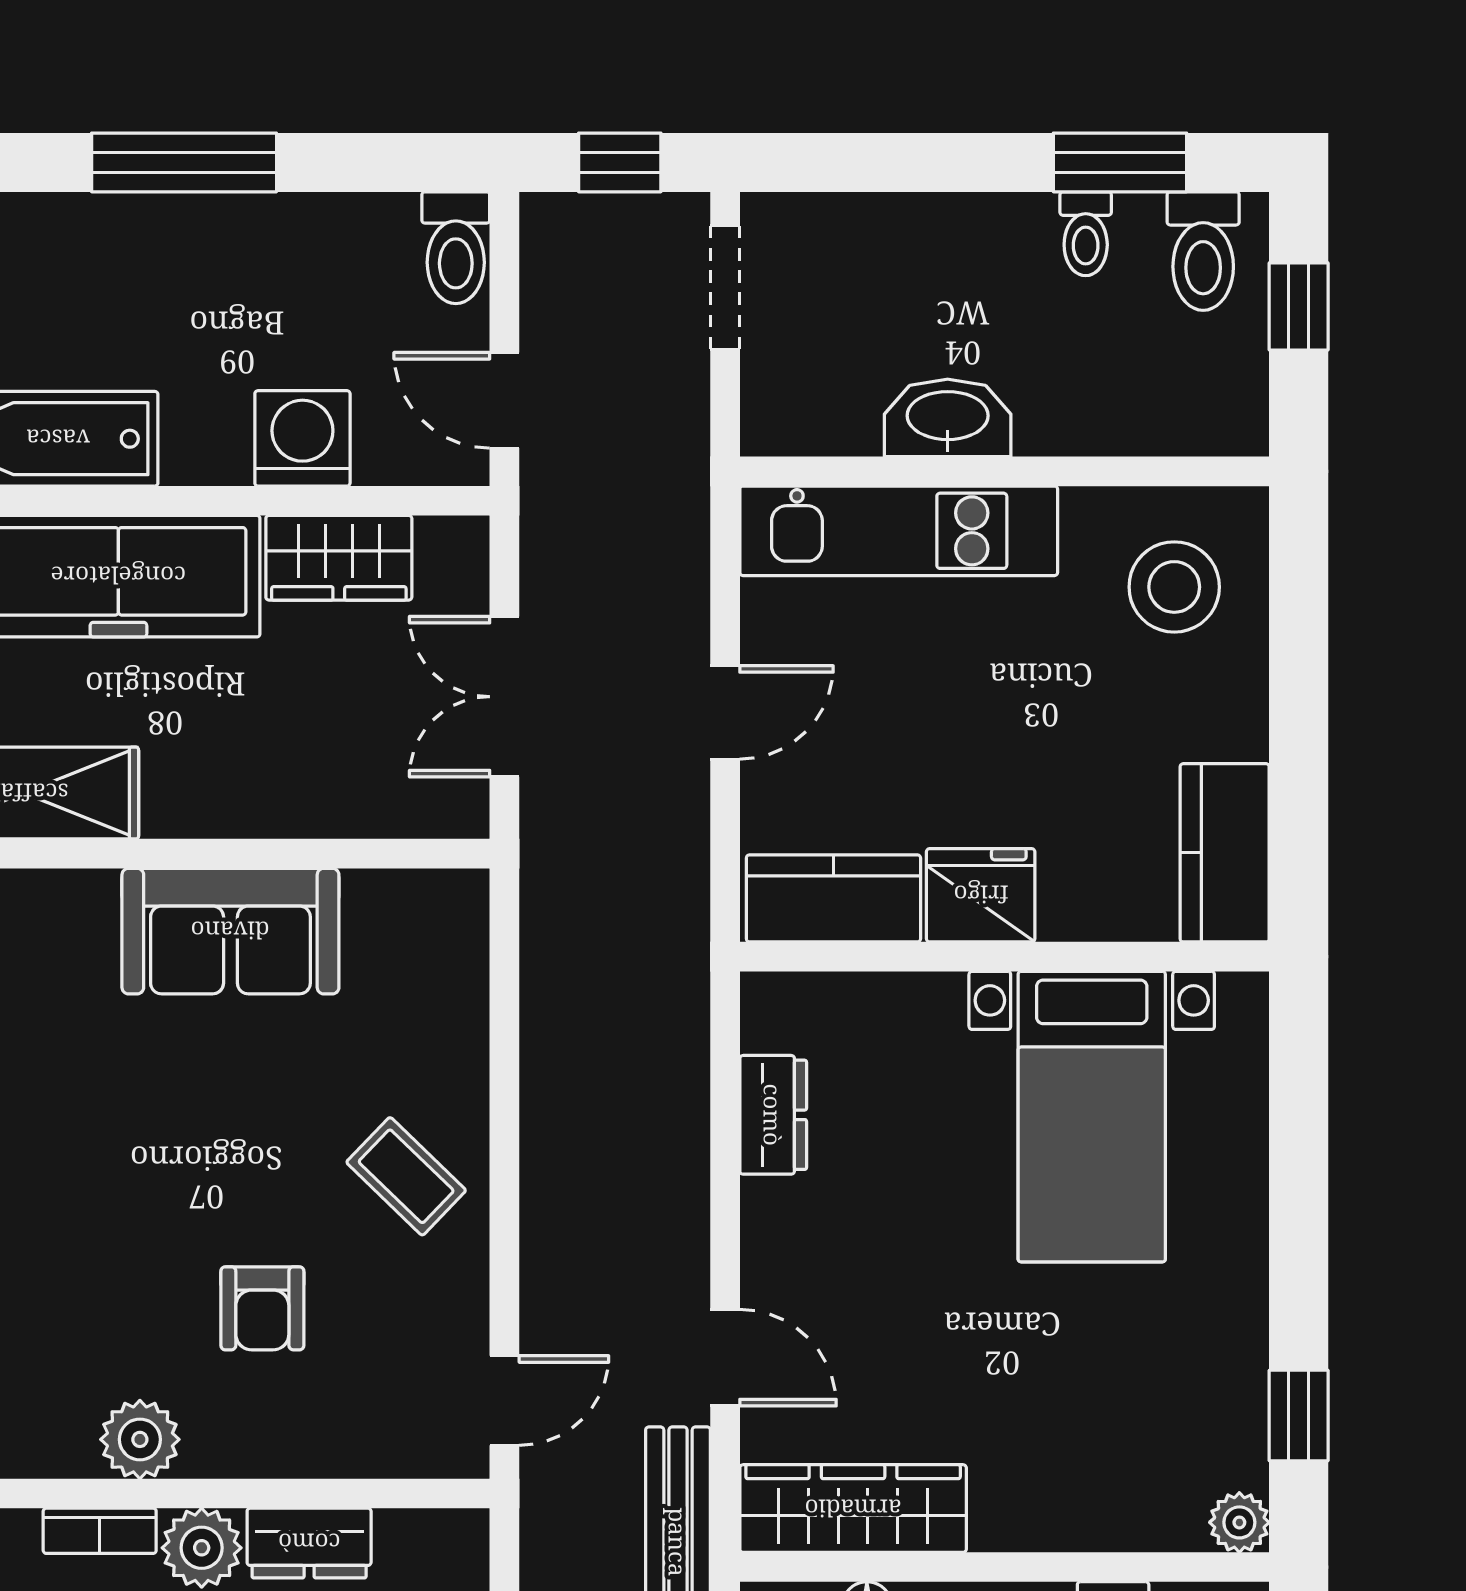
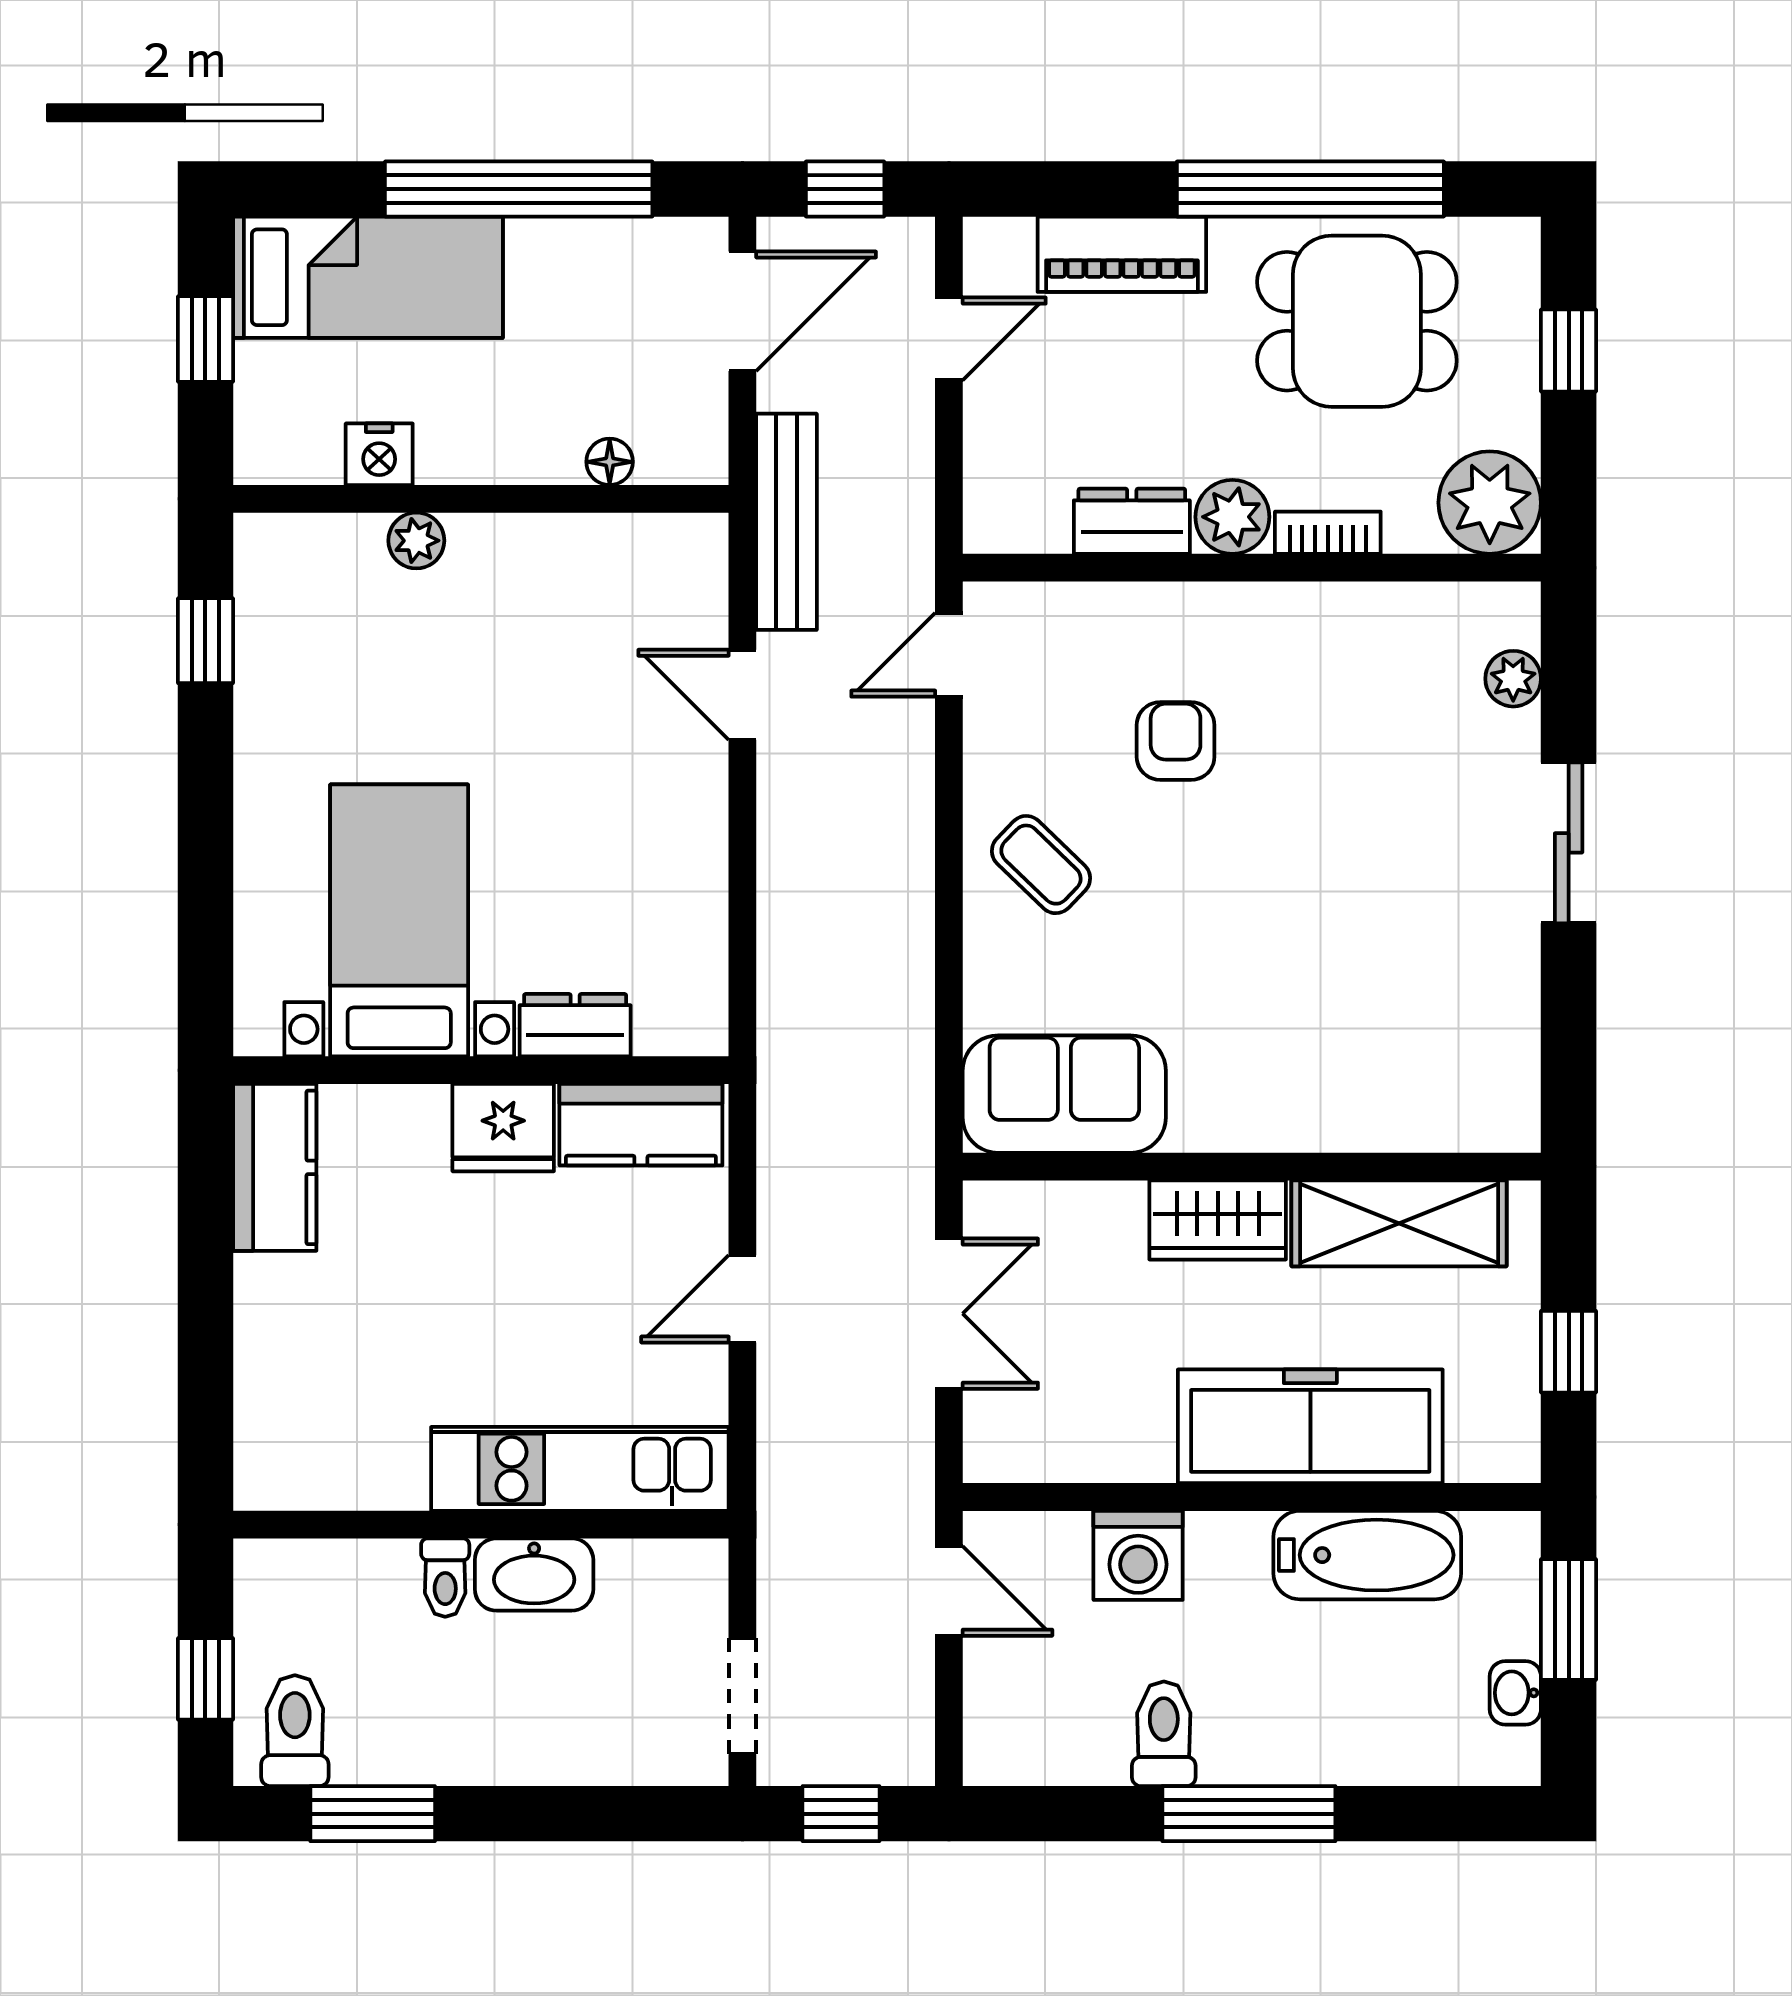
toilet: (1086, 234) -> (445, 1578), moved, turned 180
toilet: (456, 248) -> (1164, 1734), moved
wardrobe: (339, 558) -> (1218, 1220), moved, turned 180
stool: (1174, 587) -> (322, 1416), removed
sofa: (230, 931) -> (1064, 1094), moved
dresser: (773, 1115) -> (575, 1025), moved, turned 90
plant: (140, 1439) -> (1290, 618), removed
wardrobe: (853, 1509) -> (623, 554), removed
plant: (1239, 1522) -> (416, 541), moved

